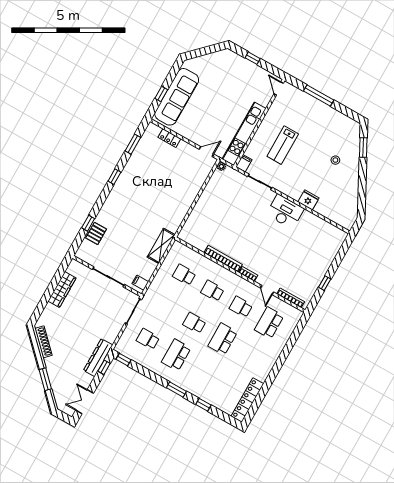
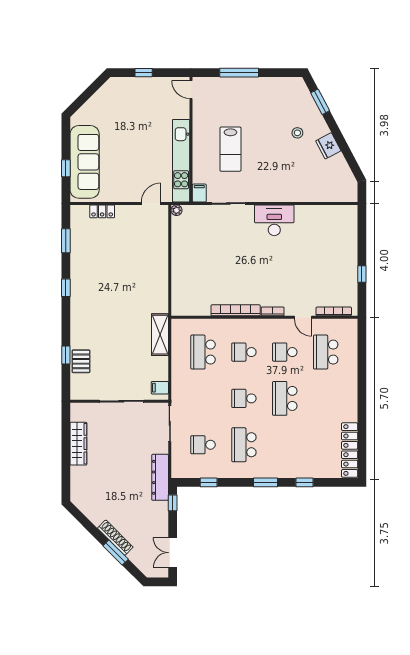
fridge: (308, 200) -> (328, 146), moved, turned -118
school desk: (184, 275) -> (203, 352), width x1.85
shoe rack: (43, 342) -> (115, 538), moved
dresser: (98, 358) -> (160, 477), moved
window: (124, 360) -> (209, 482), moved

